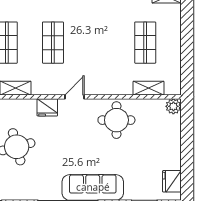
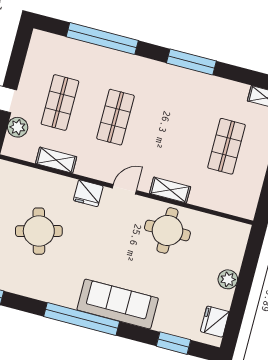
shelving: (148, 88) -> (170, 190), moved
plant: (173, 106) -> (228, 279), moved

